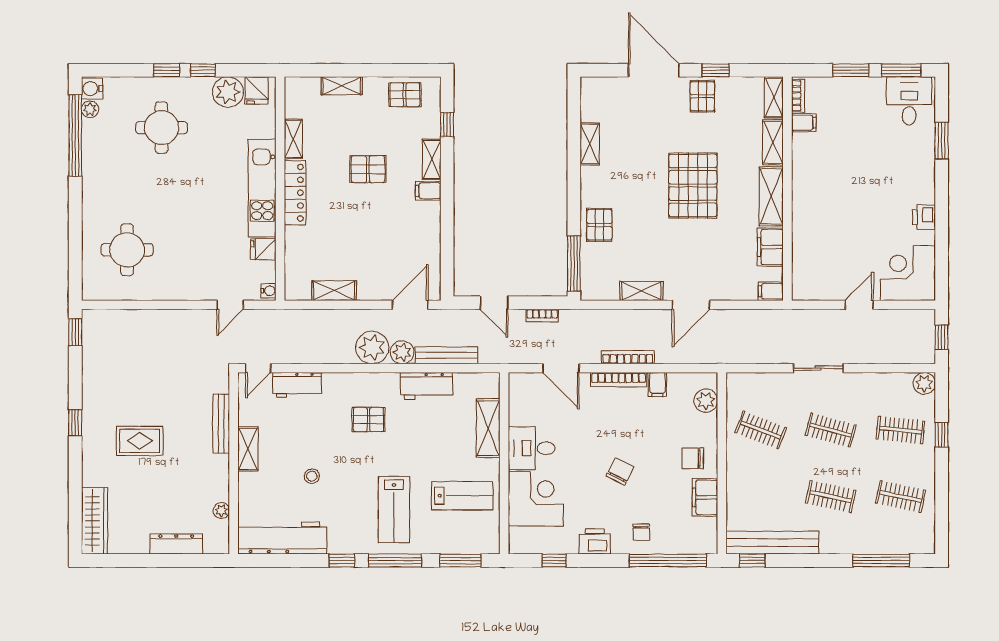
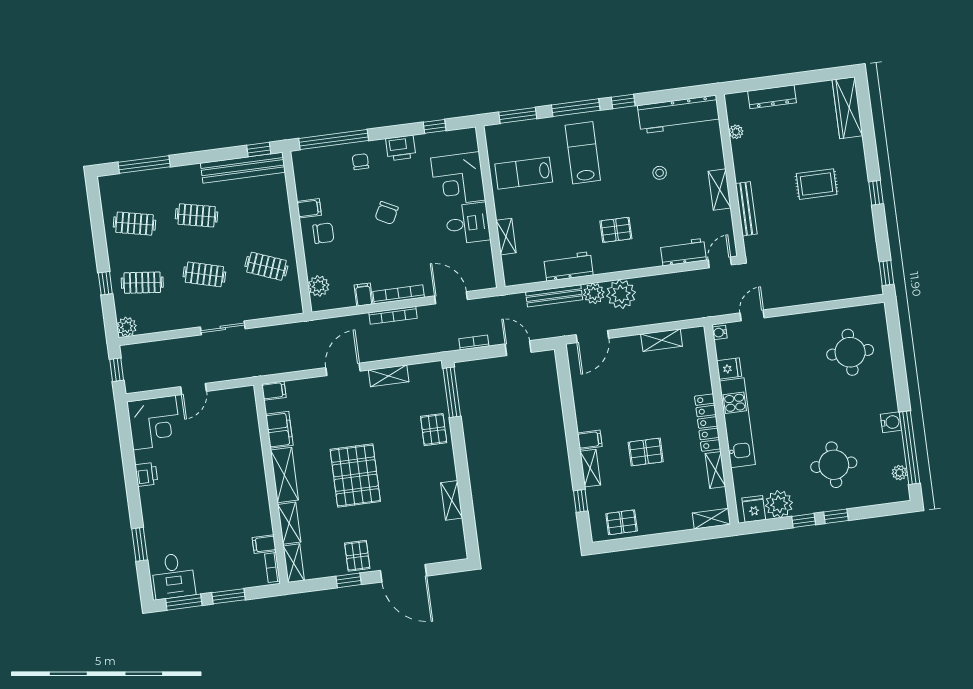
shelving: (342, 86) -> (711, 519), moved
water cooler: (92, 89) -> (891, 422), moved
shelving: (488, 428) -> (506, 237), width x0.67, depth x0.75
filing cabinet: (705, 497) -> (309, 208), width x0.50

